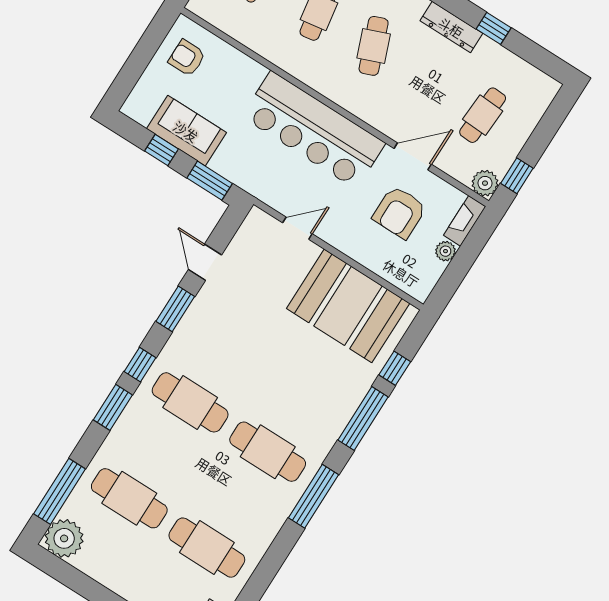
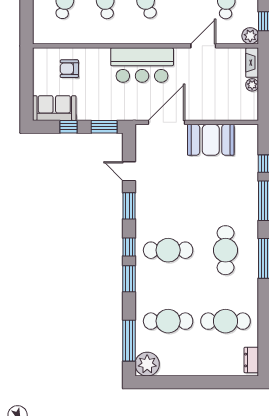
armchair: (187, 58) -> (69, 69), moved
bar counter: (314, 130) -> (142, 65), width x0.73
sofa: (186, 131) -> (54, 108), moved
armchair: (399, 212) -> (215, 80), removed
door: (297, 228) -> (166, 122), width x1.87
booth: (348, 306) -> (211, 140), width x0.73, depth x0.70
cafe table: (268, 452) -> (226, 250), turned 90

